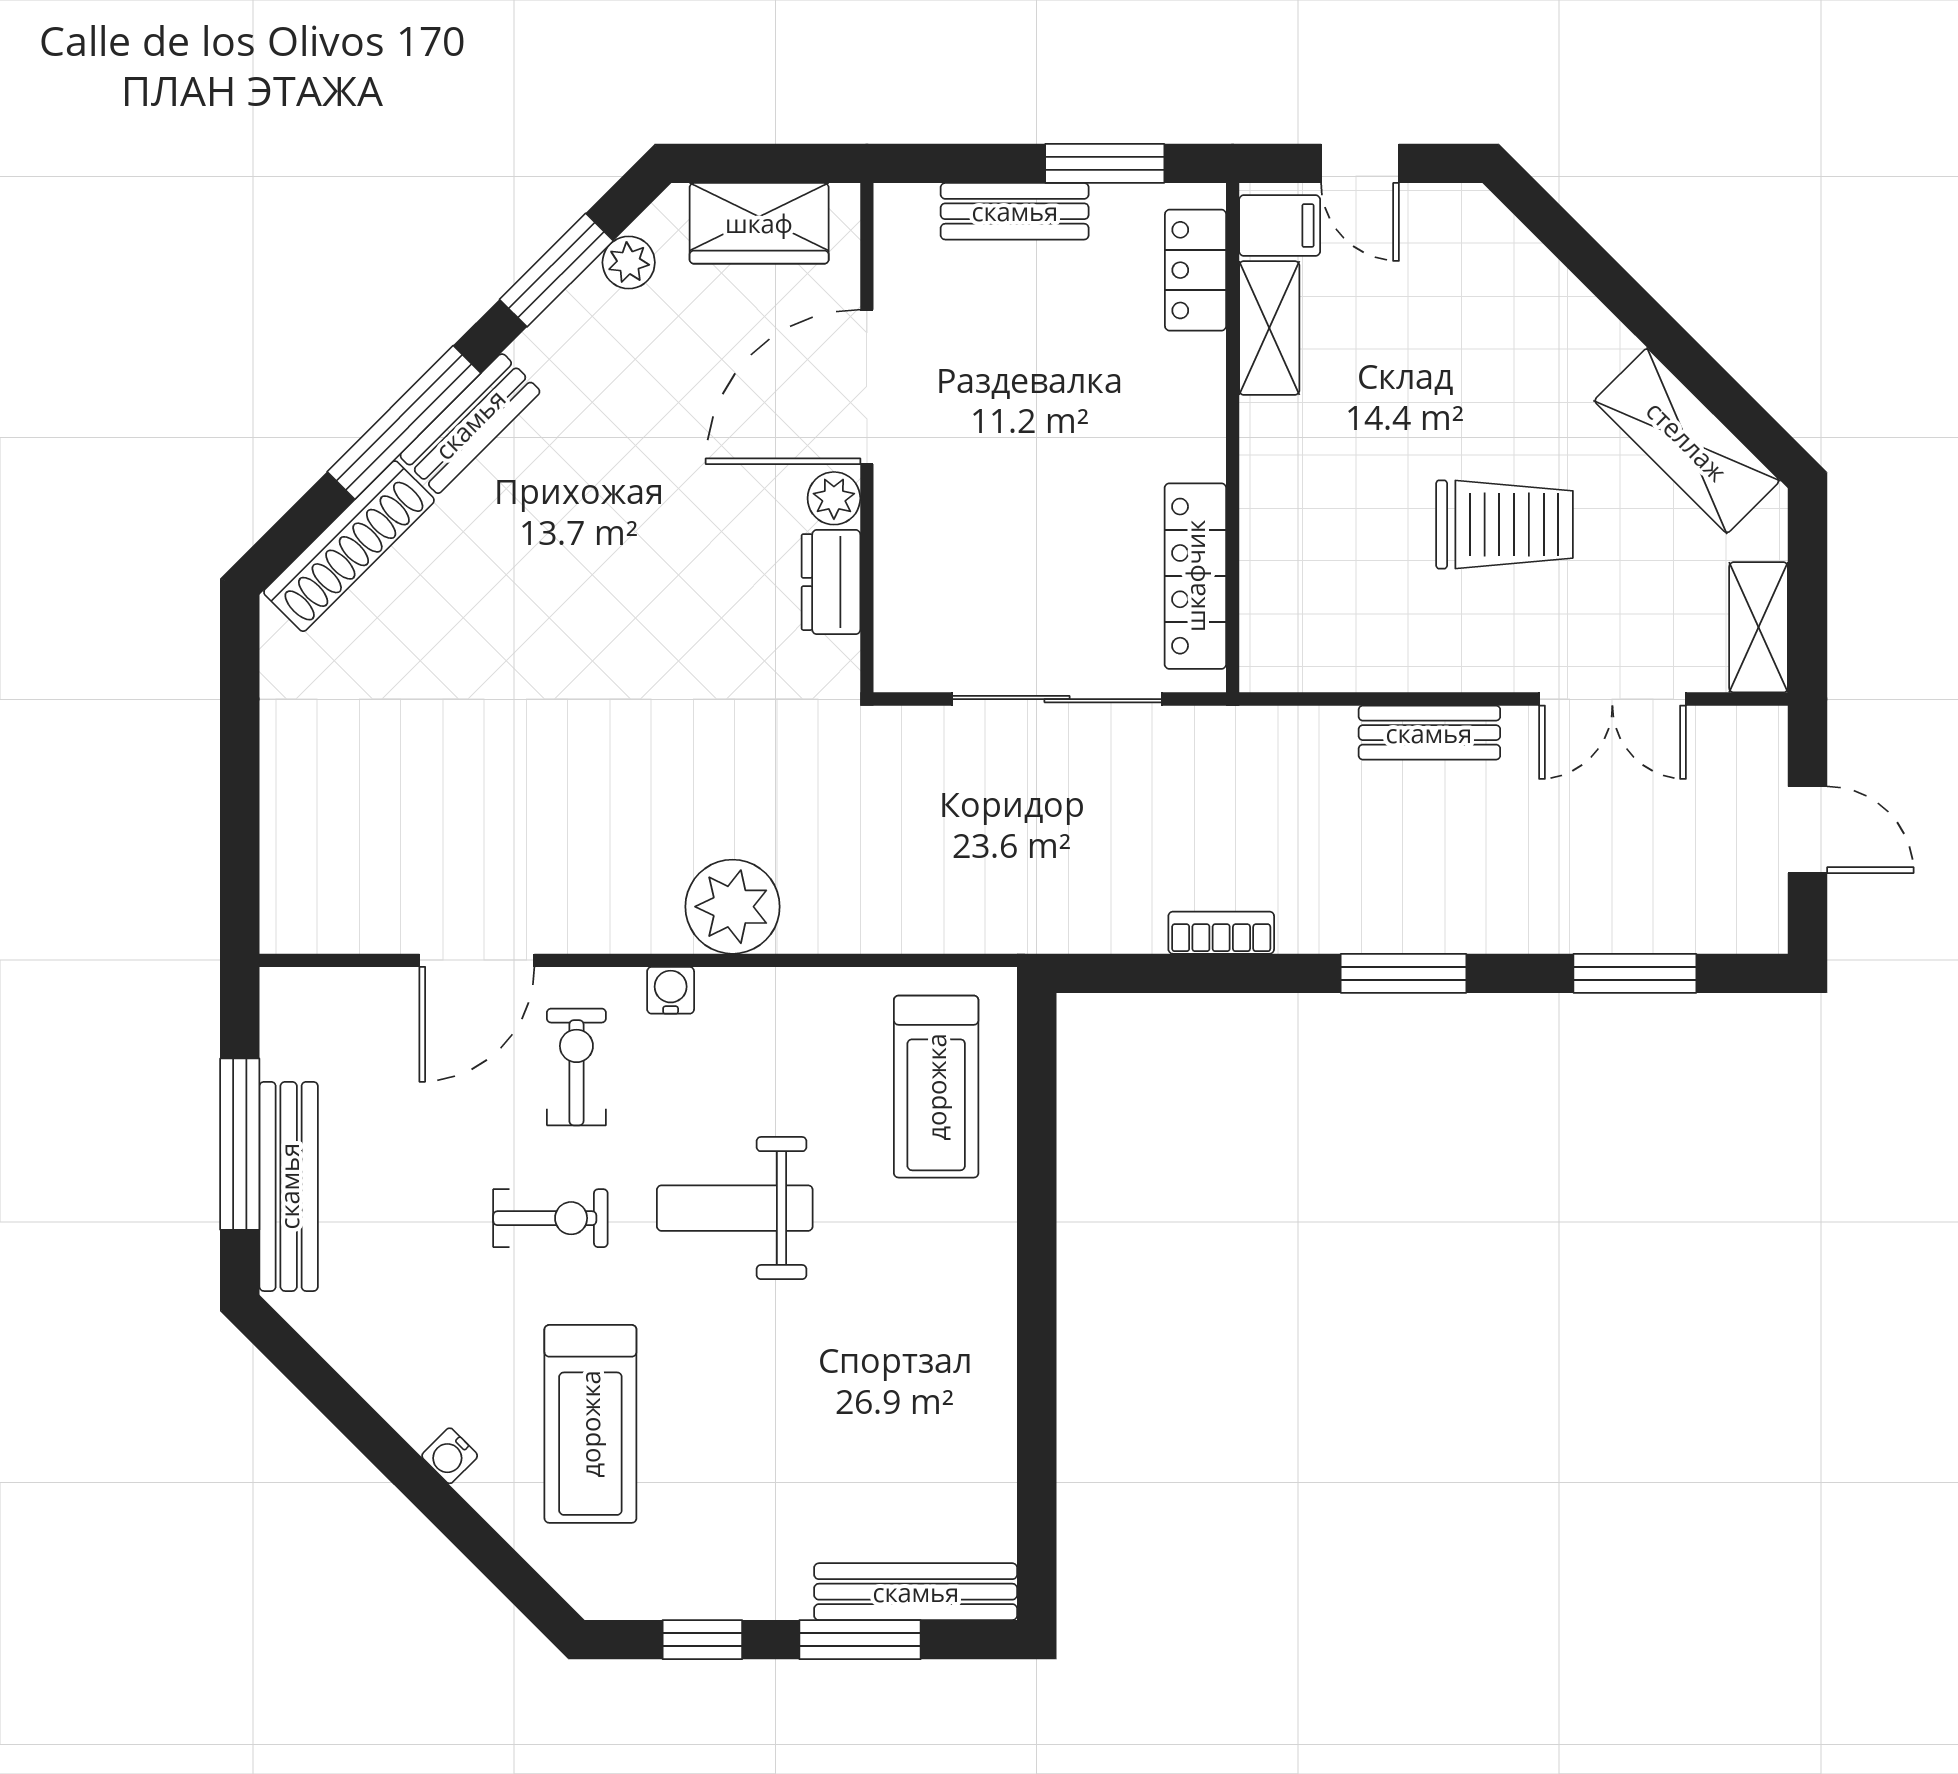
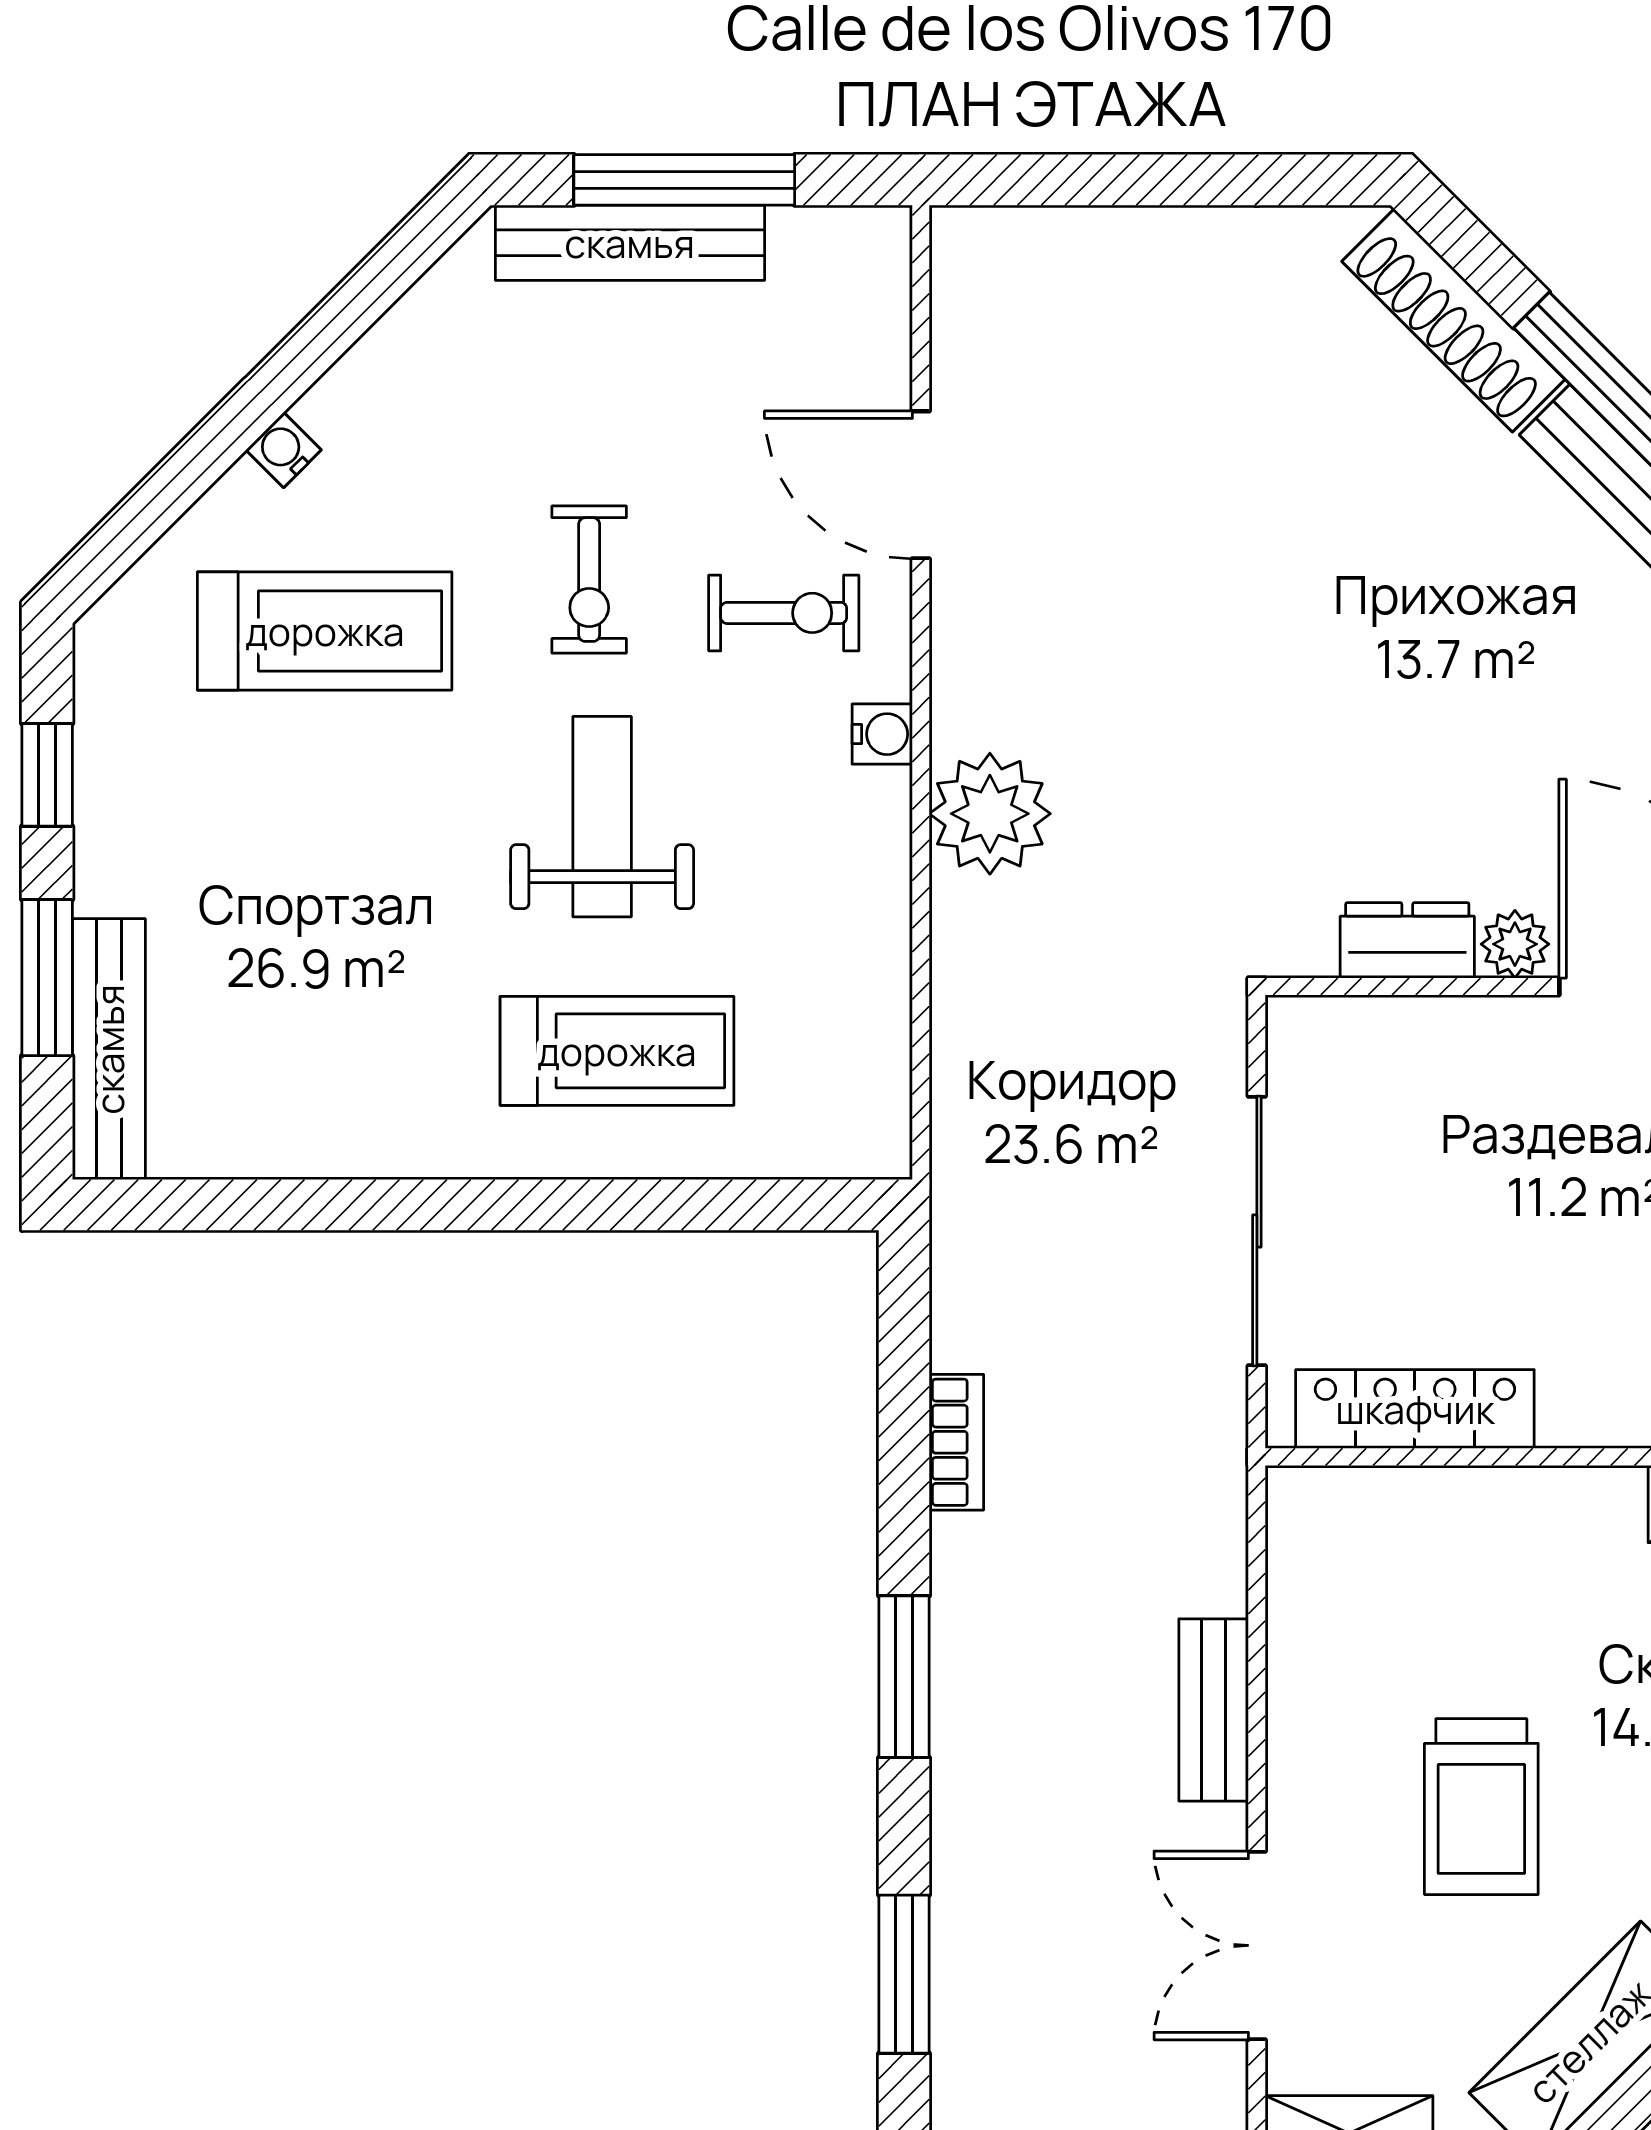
treadmill: (936, 1087) -> (617, 1051), moved, turned 180
treadmill: (590, 1424) -> (325, 631), turned 180

